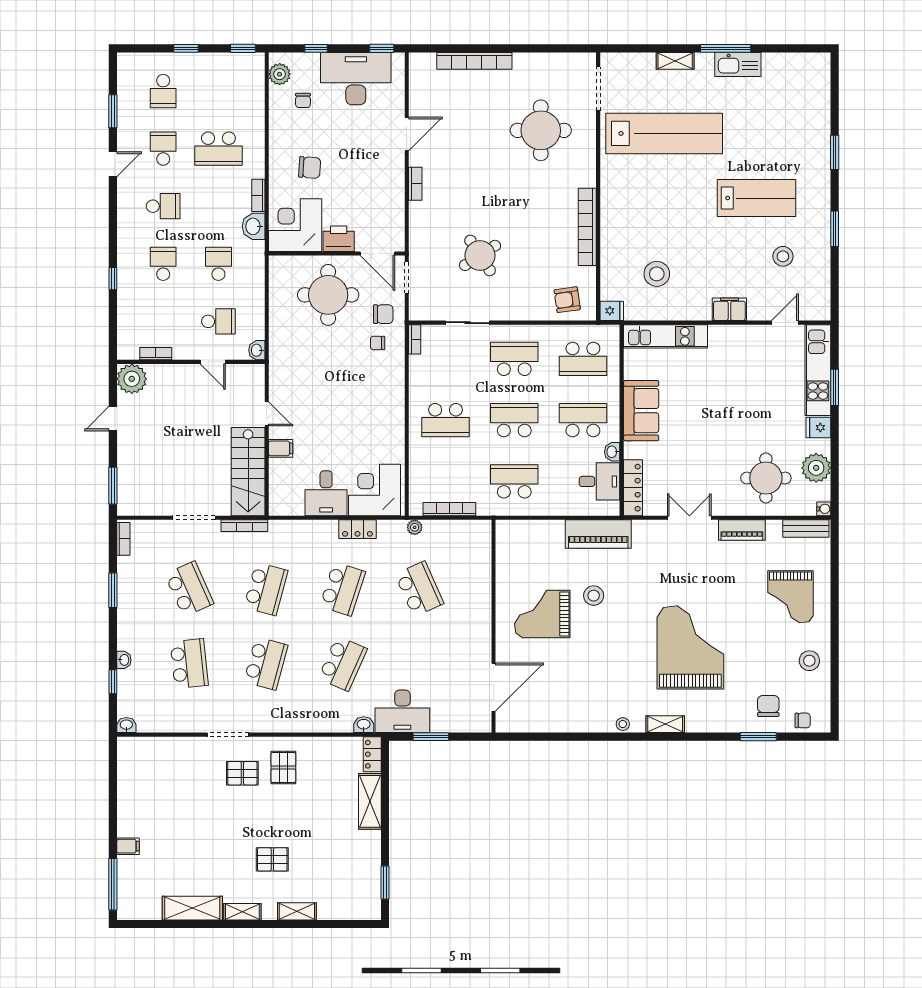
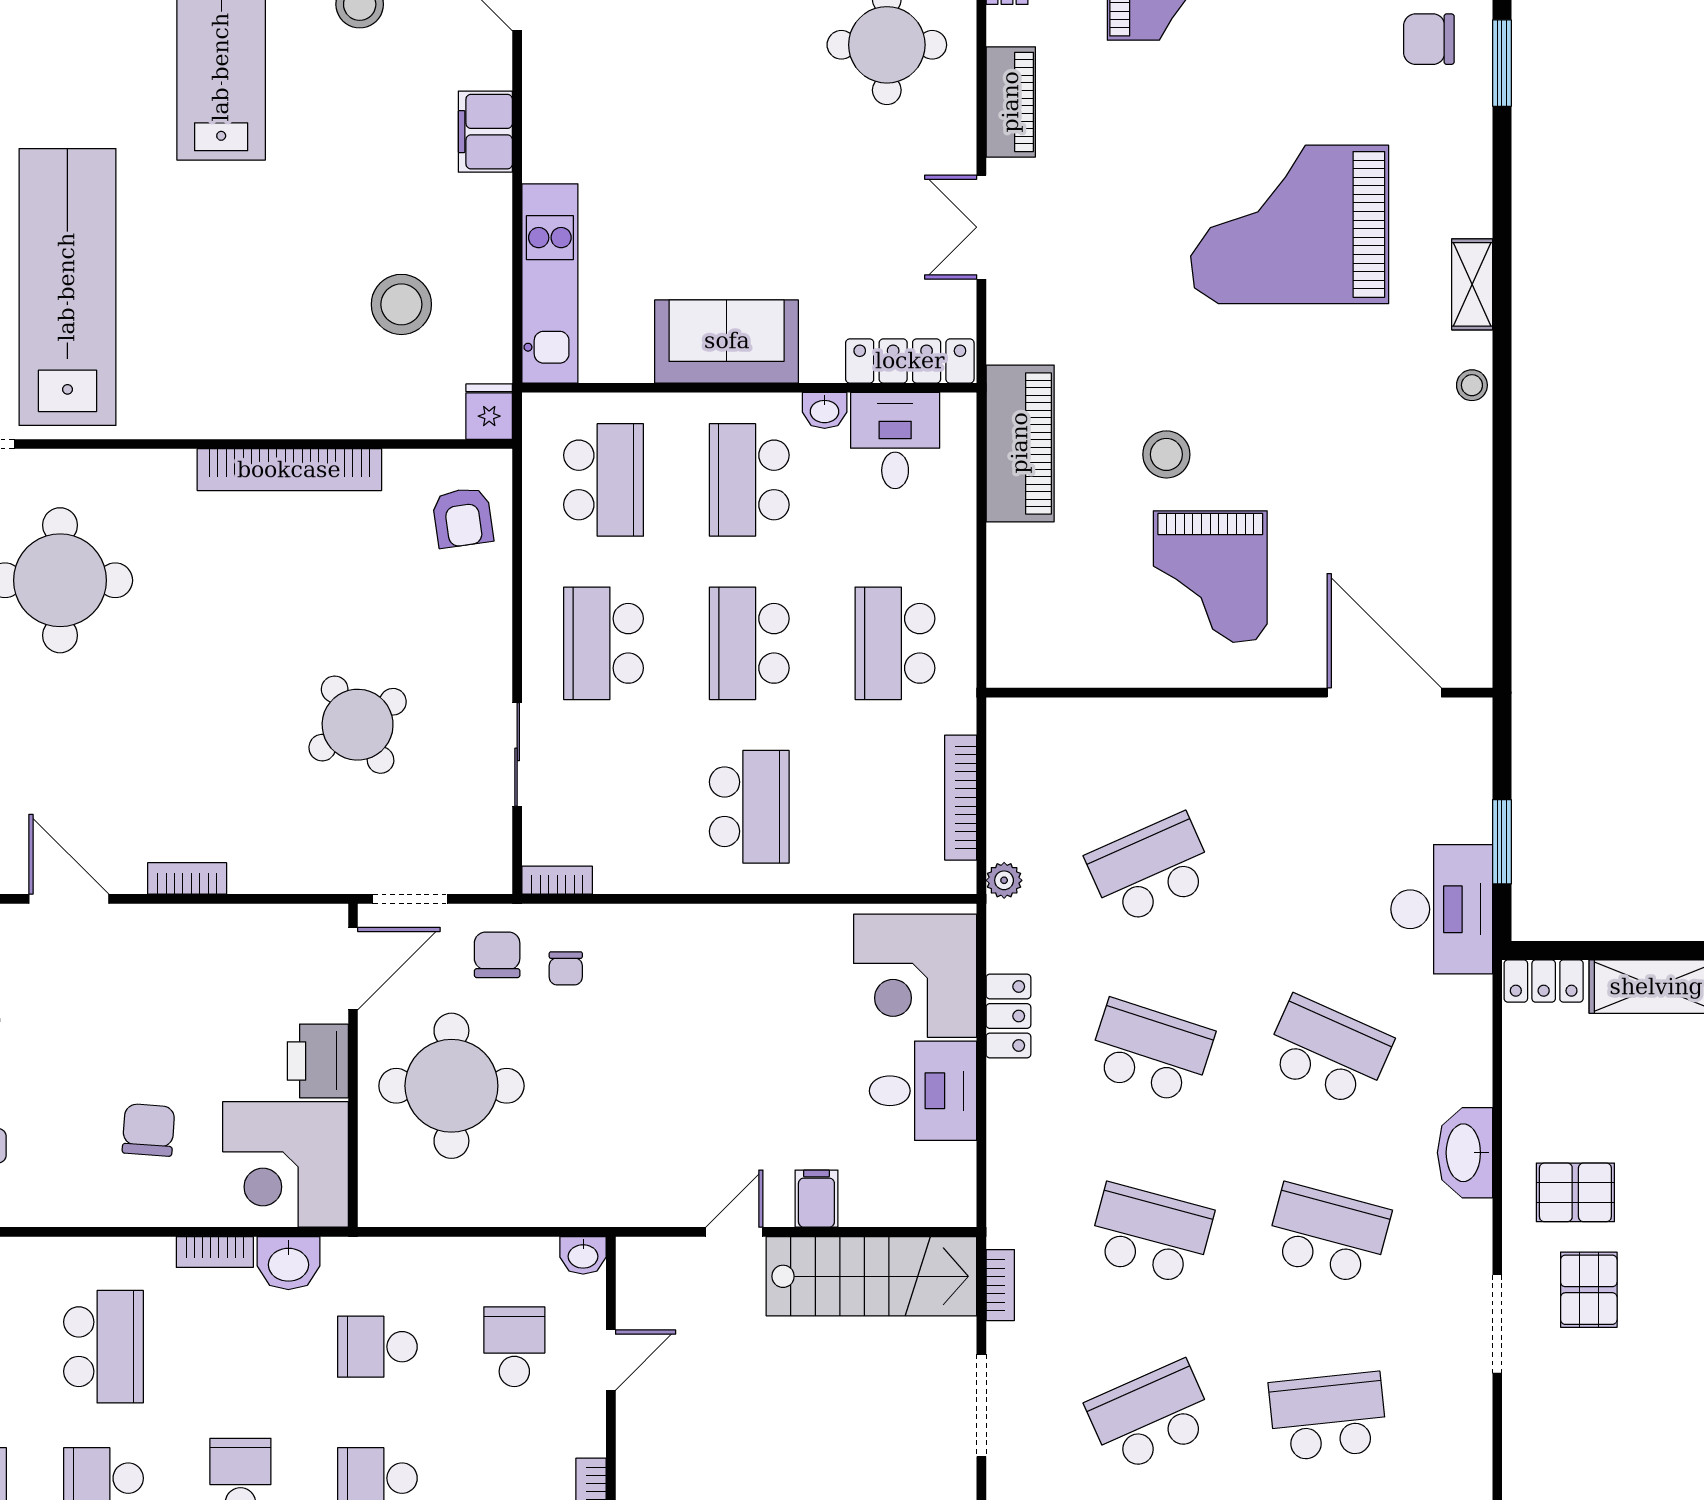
bookcase: (244, 526) -> (1000, 1285), width x0.64
washbasin: (364, 725) -> (1465, 1153), moved, width x1.91, depth x1.45

